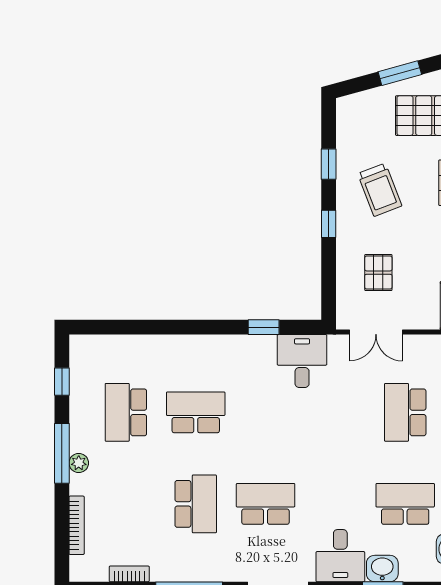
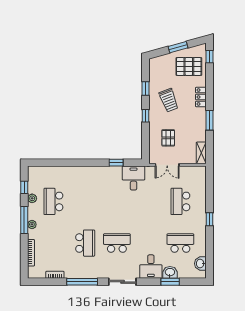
plant: (79, 406) -> (32, 198), added
school desk: (196, 412) -> (85, 201), removed

